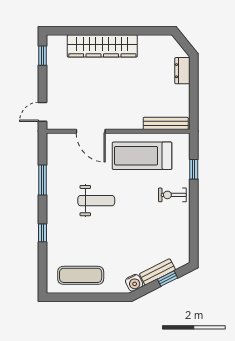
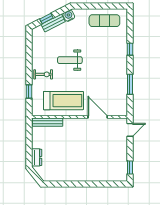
wardrobe: (102, 46) -> (90, 174), removed
weight bench: (96, 201) -> (70, 60), moved

